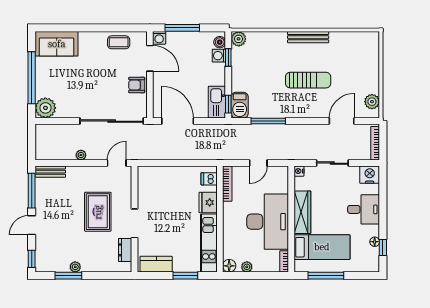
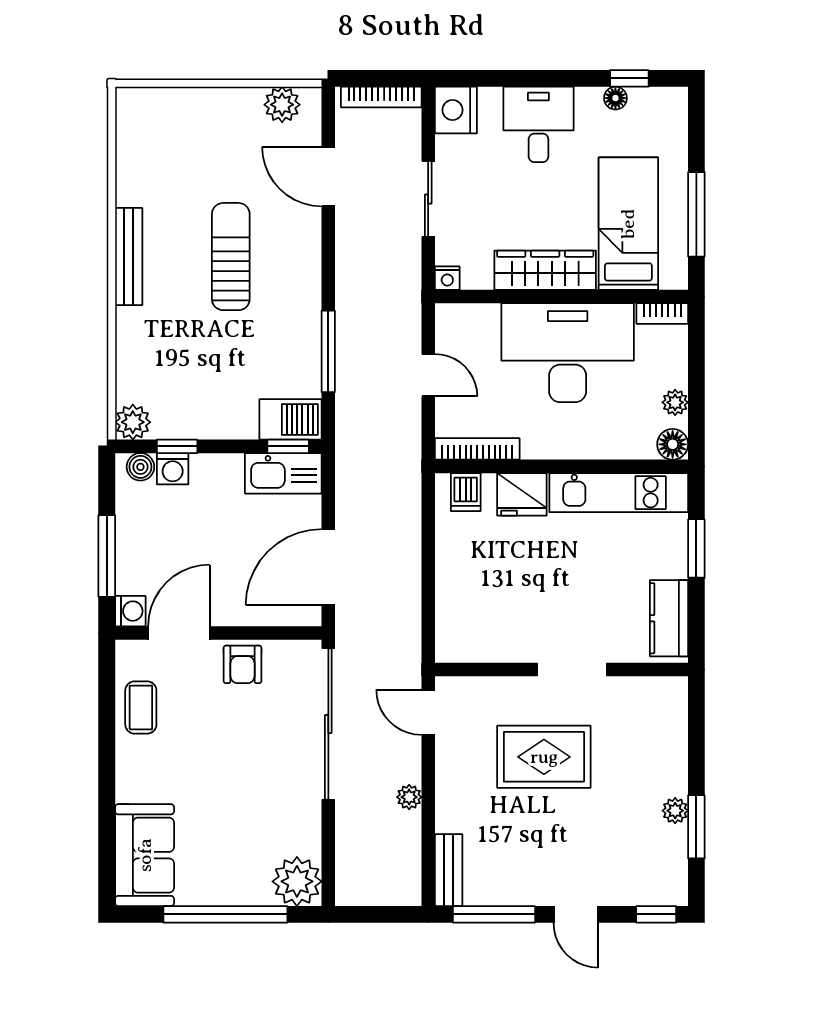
dresser: (125, 250) -> (635, 692), removed

